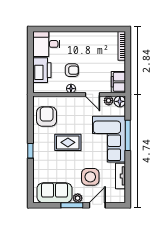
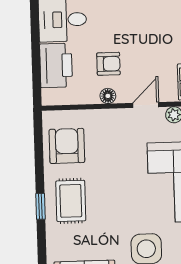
door: (93, 94) -> (146, 105), swing flipped
rug: (68, 142) -> (71, 201), moved, turned 90

